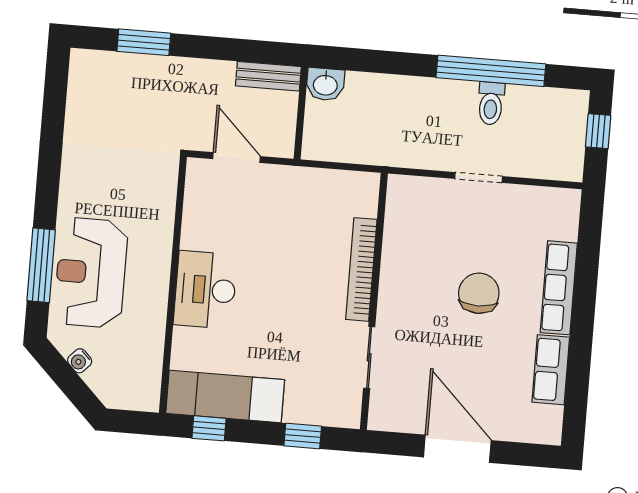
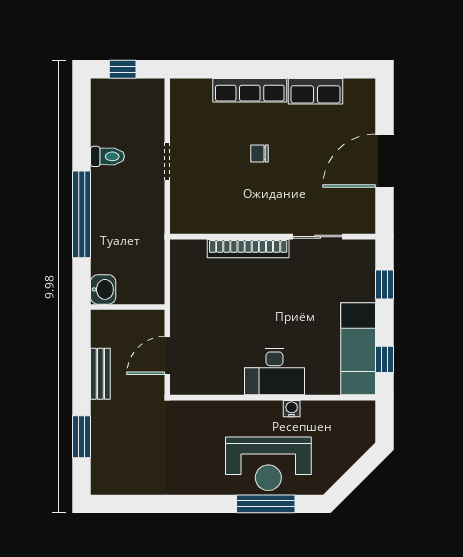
window: (491, 71) -> (82, 214), moved
bench: (268, 76) -> (100, 374), moved
chair: (479, 293) -> (259, 154), width x0.54, depth x0.54
water cooler: (80, 361) -> (292, 409), moved, turned -135

